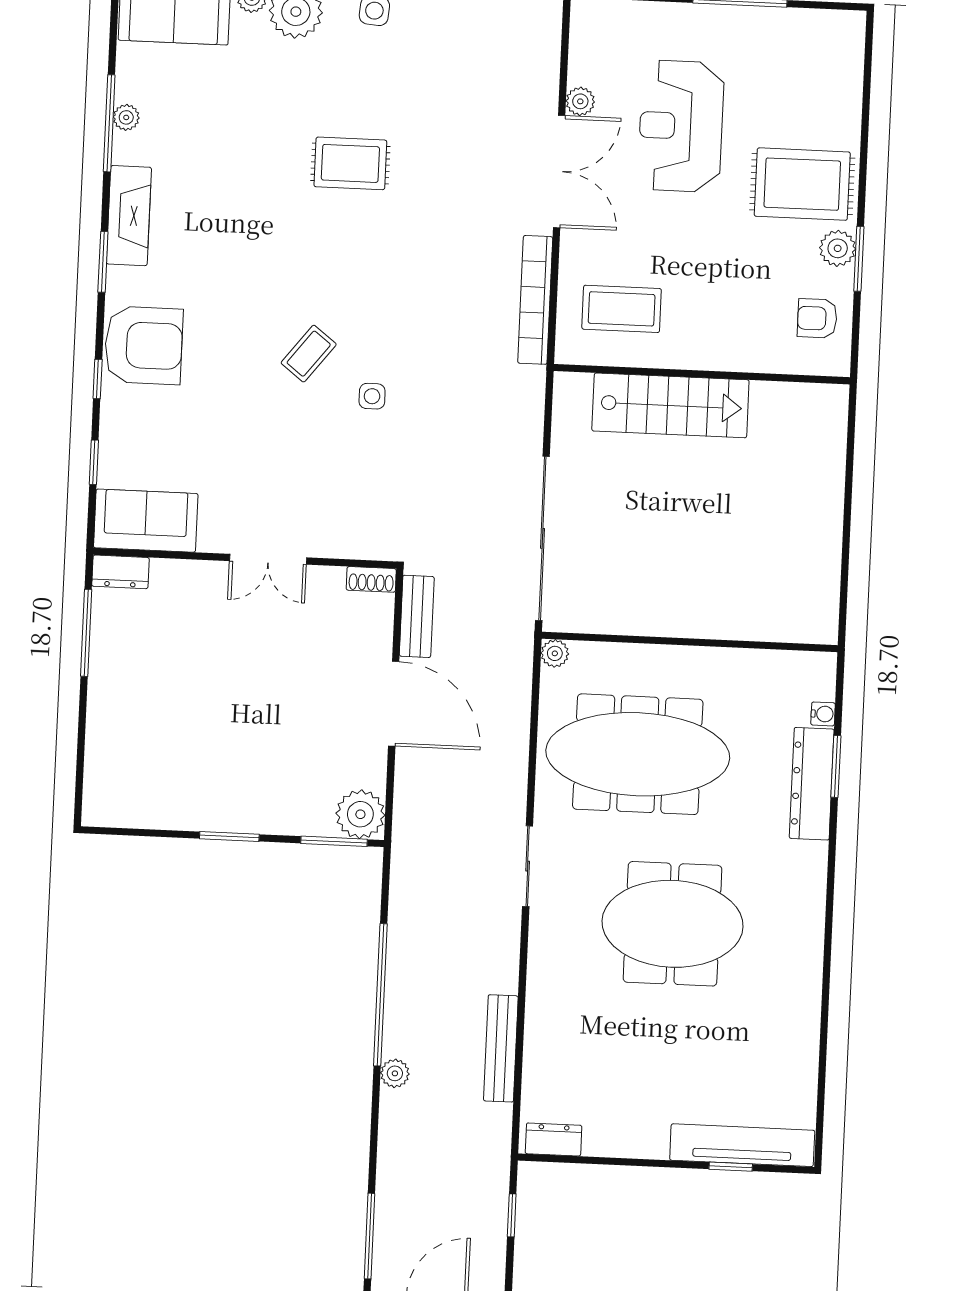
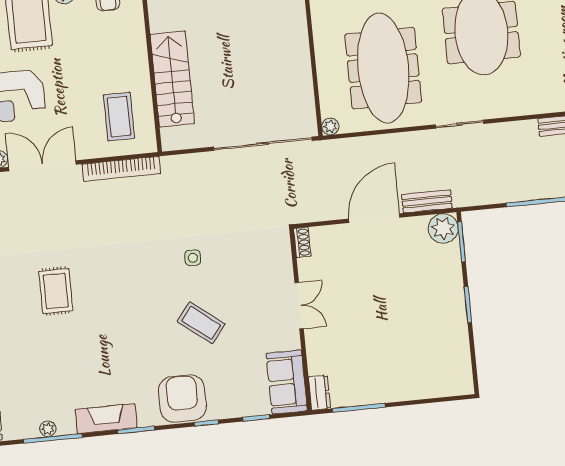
coffee table: (309, 354) -> (201, 323), moved, width x1.36, depth x1.30
bench: (417, 616) -> (427, 201), moved

